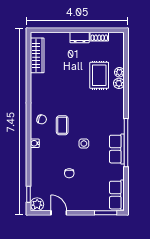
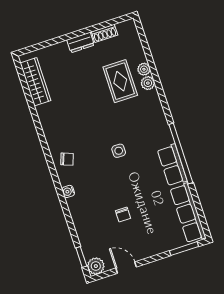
coffee table: (62, 125) -> (95, 158), removed
side table: (84, 144) -> (119, 151), moved
row of seats: (117, 195) -> (188, 213), width x1.48

